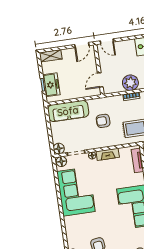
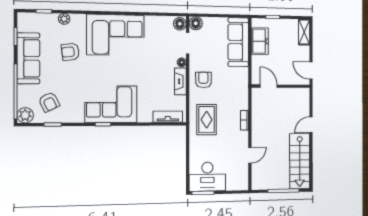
door: (107, 41) -> (311, 125), moved
plant: (130, 83) -> (260, 121), removed
freezer: (51, 85) -> (260, 41), moved, turned -90
armchair: (103, 121) -> (203, 80), moved
corner sofa: (76, 192) -> (115, 35), moved

